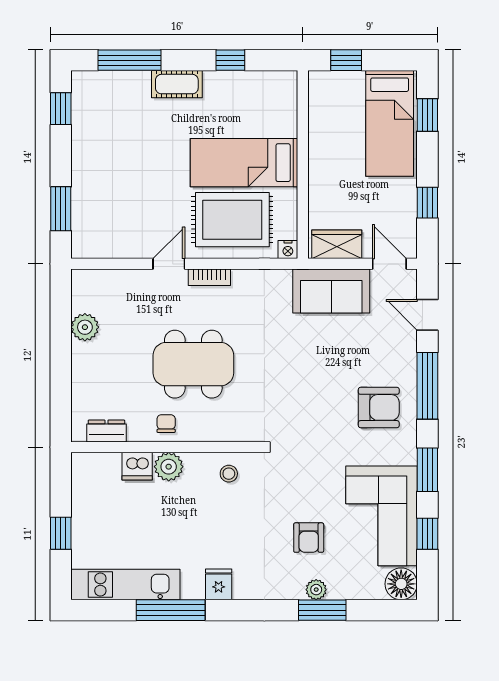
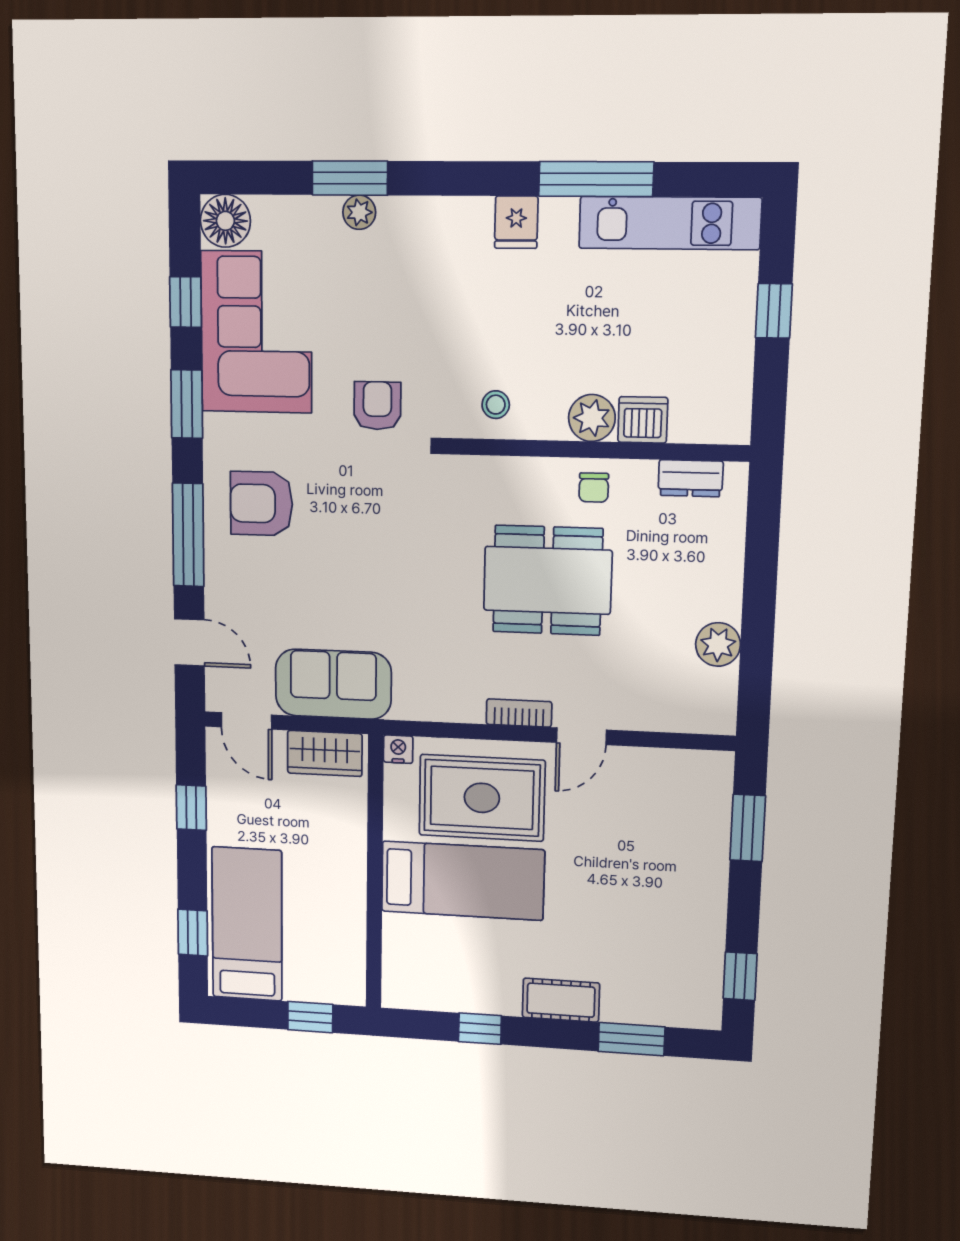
window: (130, 60) -> (631, 1039), width x0.69
armchair: (309, 538) -> (377, 406), moved

